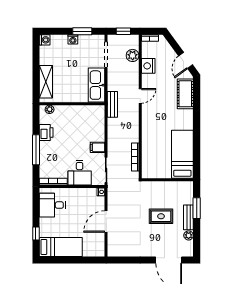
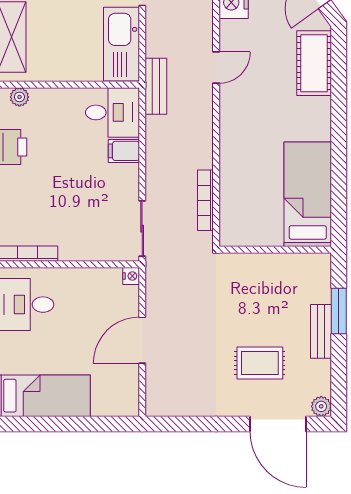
filing cabinet: (98, 147) -> (124, 151), moved
desk: (80, 173) -> (112, 112), moved, turned -90
rug: (161, 216) -> (260, 363), moved
plant: (189, 235) -> (321, 406), moved

